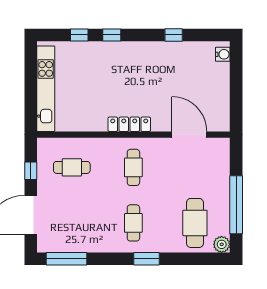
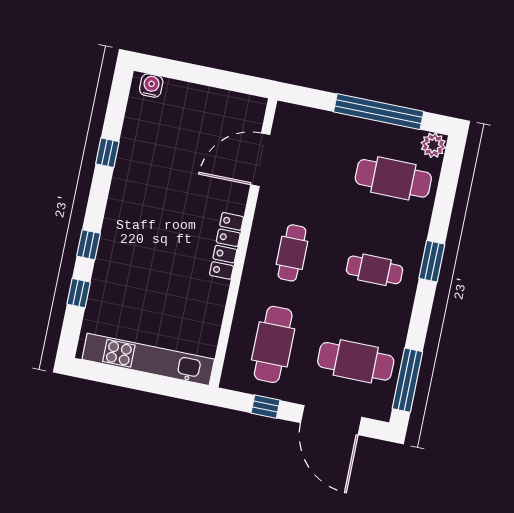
cafe table: (72, 167) -> (273, 344), width x1.37, depth x1.35
cafe table: (133, 167) -> (292, 253), turned 90
cafe table: (72, 223) -> (356, 361), added

